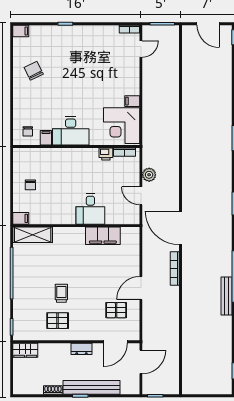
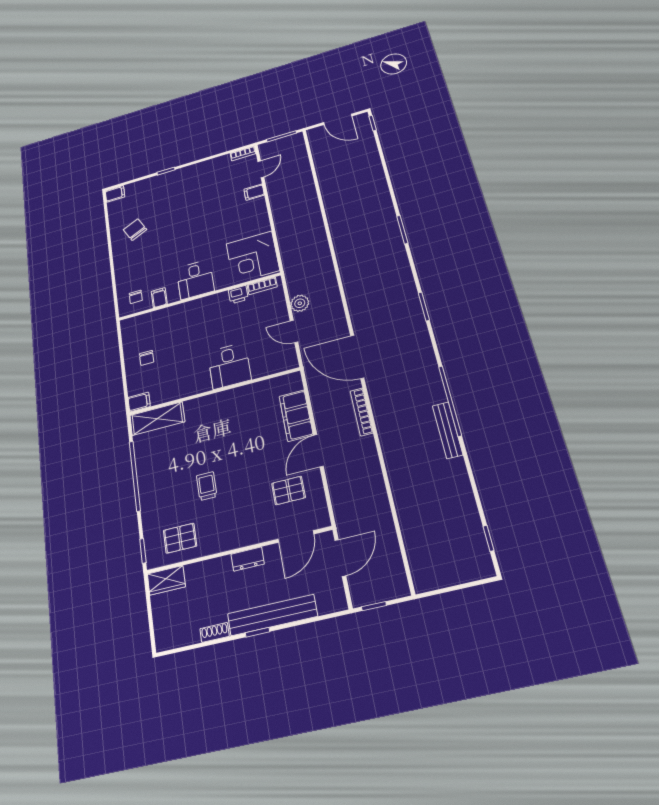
filing cabinet: (132, 101) -> (254, 192), moved
desk: (71, 131) -> (195, 279), width x0.73
filing cabinet: (103, 236) -> (296, 416), moved, turned 90
pallet: (58, 321) -> (180, 538), moved

